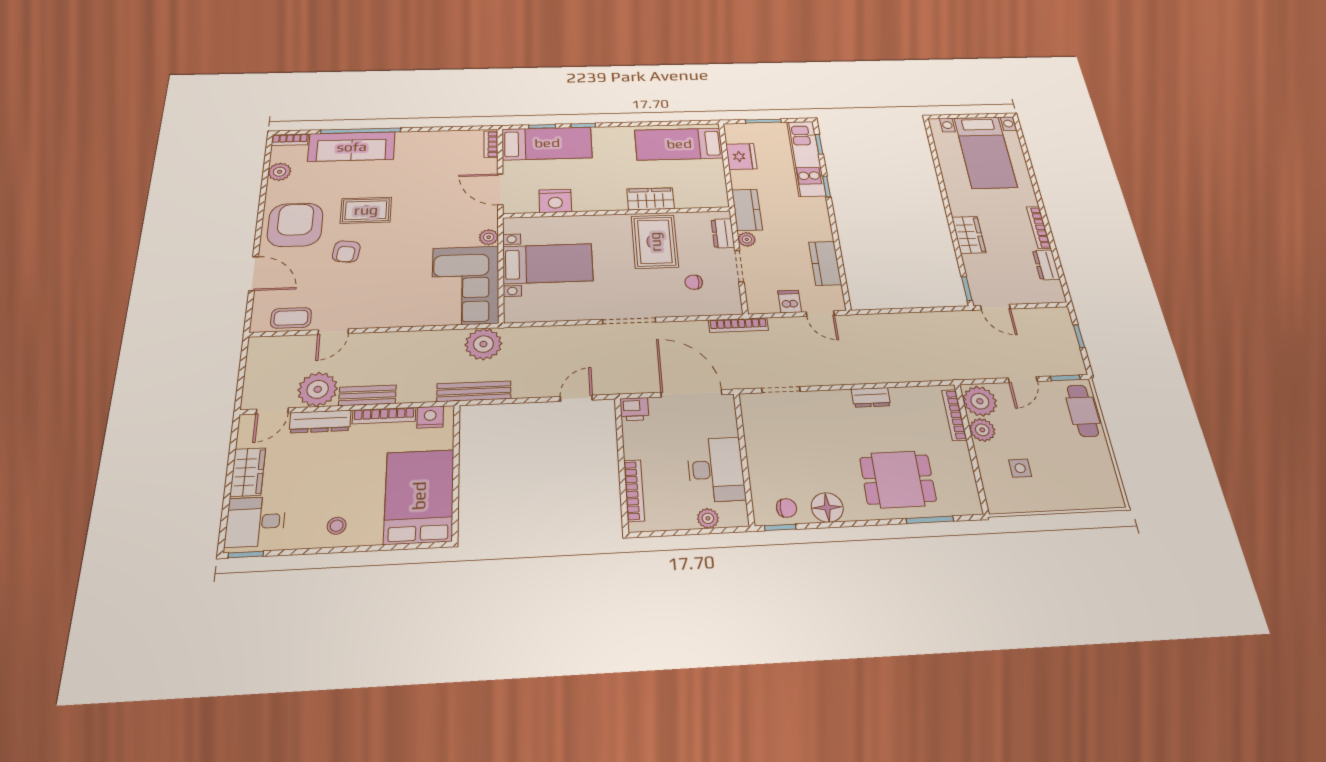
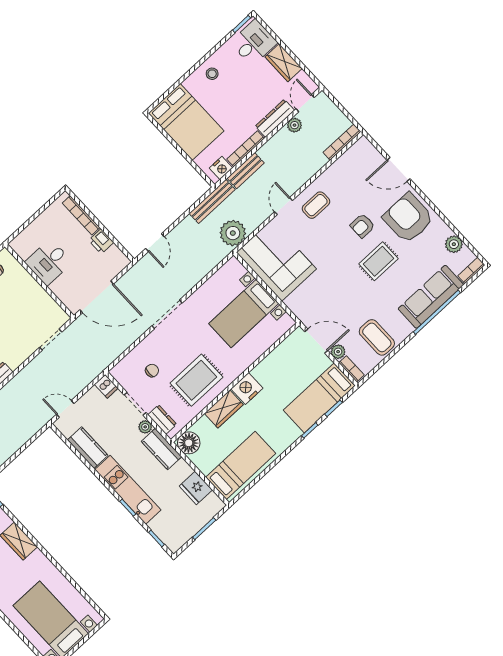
coffee table: (439, 151) -> (377, 337), added
kitchen unit: (806, 158) -> (128, 490), moved
floor lamp: (714, 196) -> (189, 443), added
nightstand: (555, 201) -> (247, 389), moved
armchair: (295, 225) -> (408, 218), turned 180
plant: (489, 237) -> (338, 352), moved
rug: (655, 242) -> (196, 380), turned 90
armchair: (346, 252) -> (362, 226), turned -98
dishwasher: (790, 302) -> (106, 386), moved
coffee table: (291, 318) -> (316, 205), moved
bookcase: (738, 325) -> (342, 142), moved
door: (333, 332) -> (284, 206), moved
plant: (318, 389) -> (294, 125), width x0.53, depth x0.53
bench: (367, 395) -> (246, 171), moved
printer: (634, 409) -> (101, 241), moved, turned -90
desk: (716, 470) -> (49, 262), width x0.73
plant: (708, 518) -> (32, 231), removed

